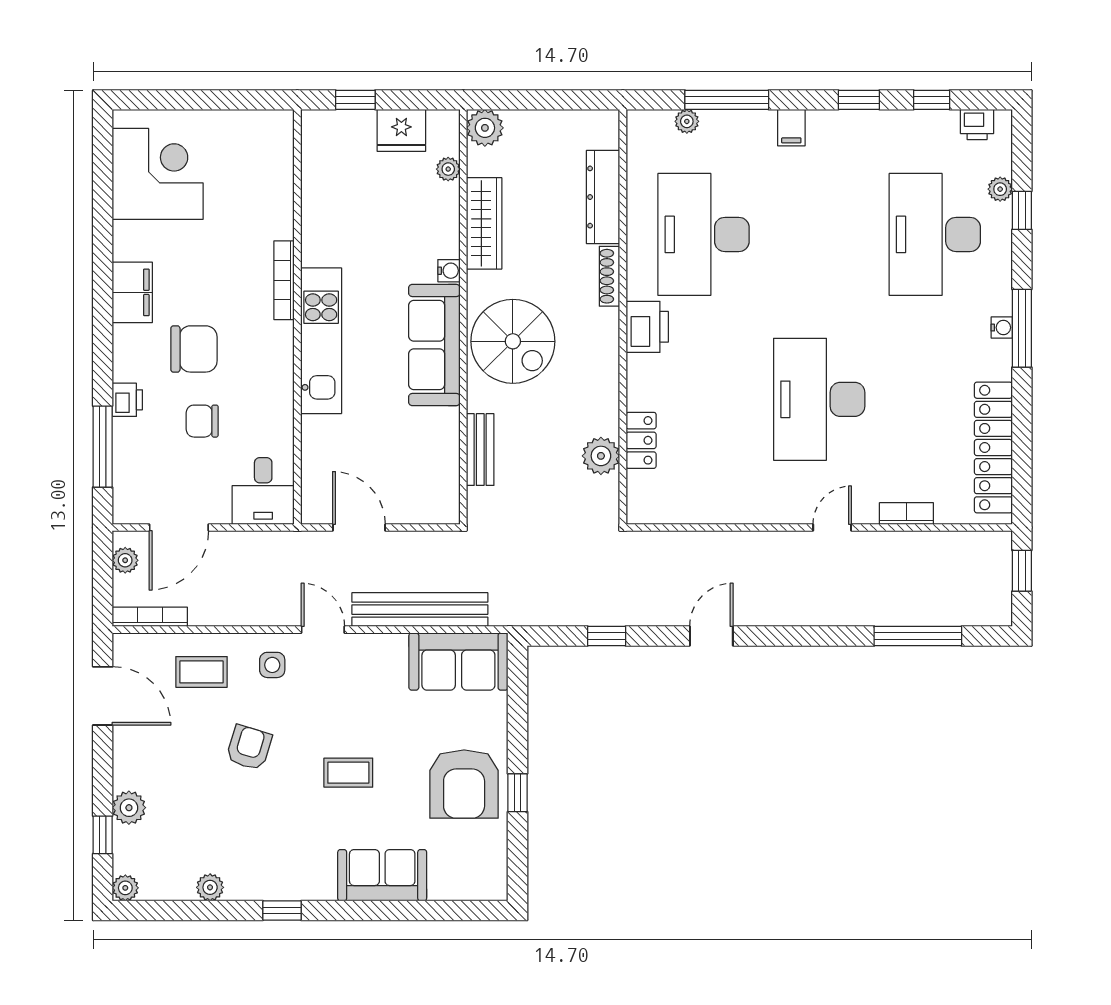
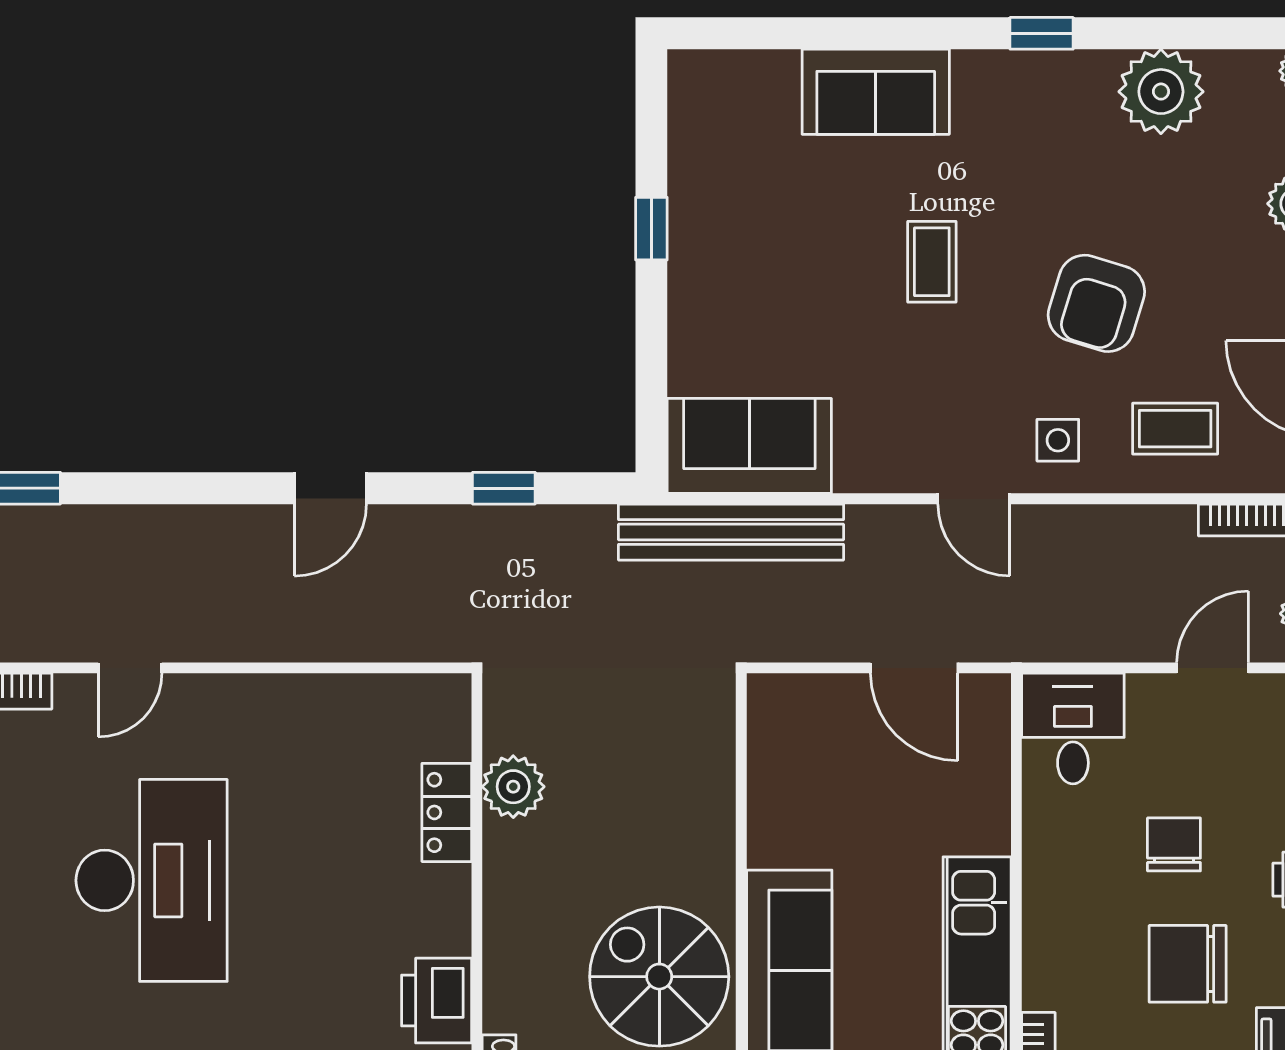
chair: (202, 421) -> (1174, 844), turned -90
bench: (480, 450) -> (713, 797), removed
door: (179, 528) -> (1213, 668), width x0.73
bench: (420, 610) -> (731, 532), moved
armchair: (249, 748) -> (1096, 303), width x1.38, depth x1.38
coffee table: (348, 773) -> (932, 262), turned 90
armchair: (464, 784) -> (740, 243), removed
plant: (210, 887) -> (1161, 92), width x1.87, depth x1.87

